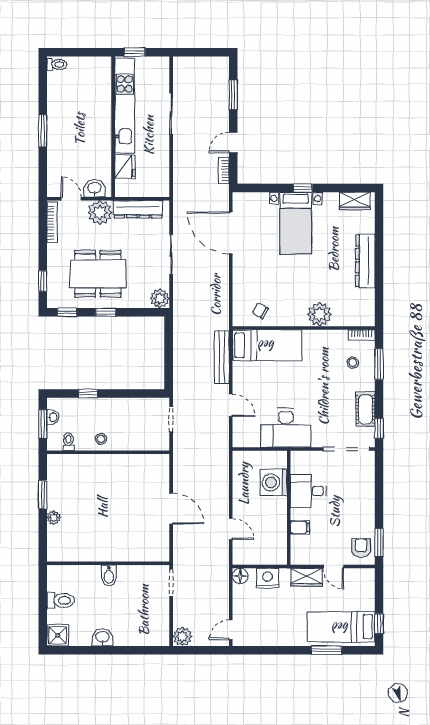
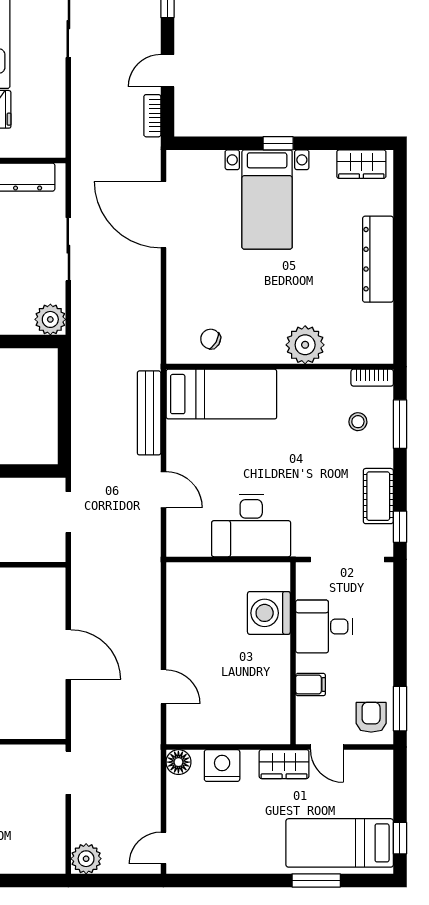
washing machine: (274, 482) -> (269, 613), moved
desk: (308, 491) -> (324, 626), moved
wall: (289, 508) -> (293, 653), moved
filing cabinet: (300, 527) -> (311, 685), moved

